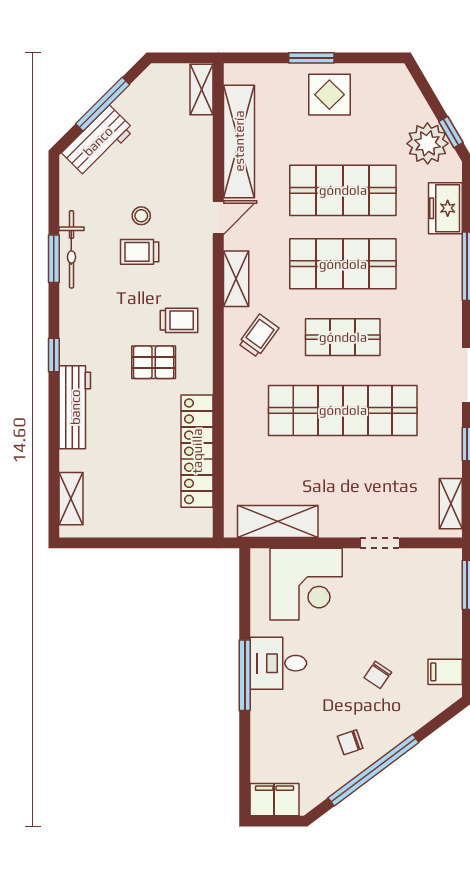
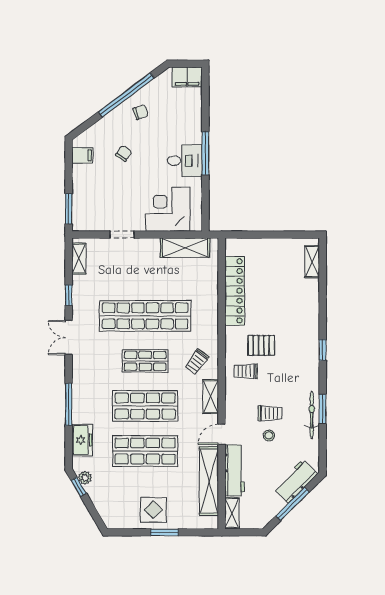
plant: (427, 143) -> (85, 478), width x0.53, depth x0.53
workbench: (75, 407) -> (234, 471), moved, turned 180

